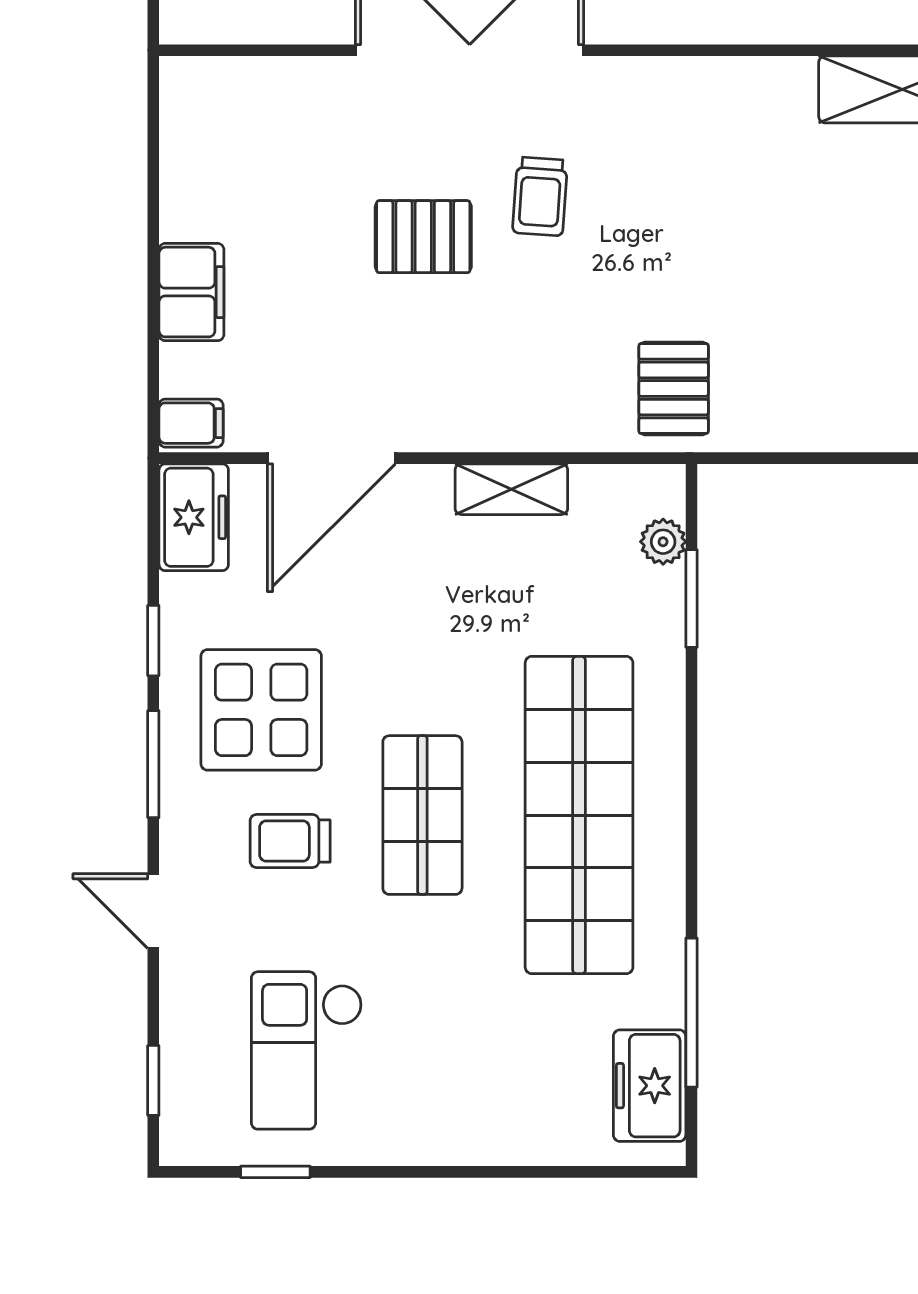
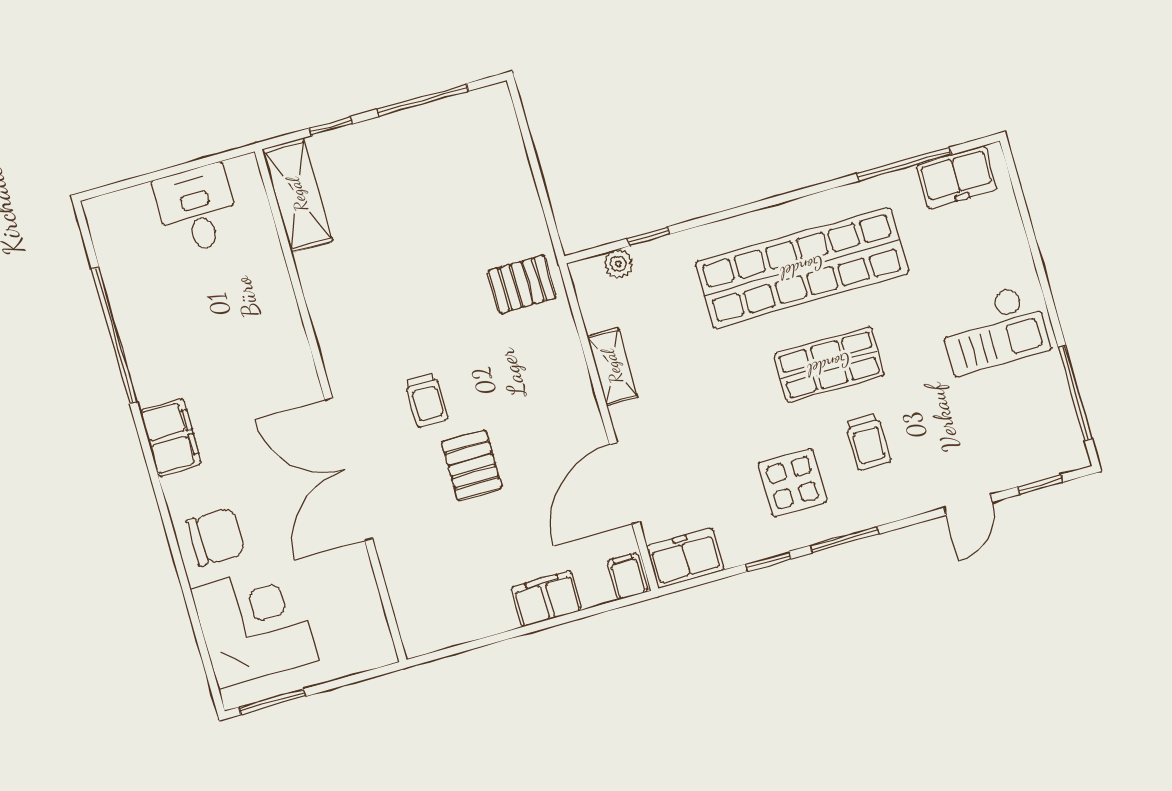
trolley: (540, 196) -> (427, 400), turned 86
door: (331, 458) -> (625, 483), swing flipped
window: (691, 598) -> (648, 236), width x0.67
display table: (261, 710) -> (792, 483), width x0.73, depth x0.73
door: (153, 911) -> (968, 505), moved
checkout: (307, 1050) -> (994, 330), moved
window: (275, 1172) -> (1075, 393), width x2.17

